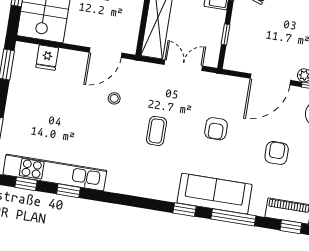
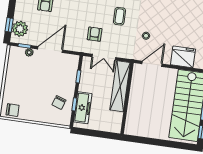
fridge: (47, 58) -> (183, 57), width x1.88, depth x1.34
armchair: (216, 129) -> (95, 34), moved

